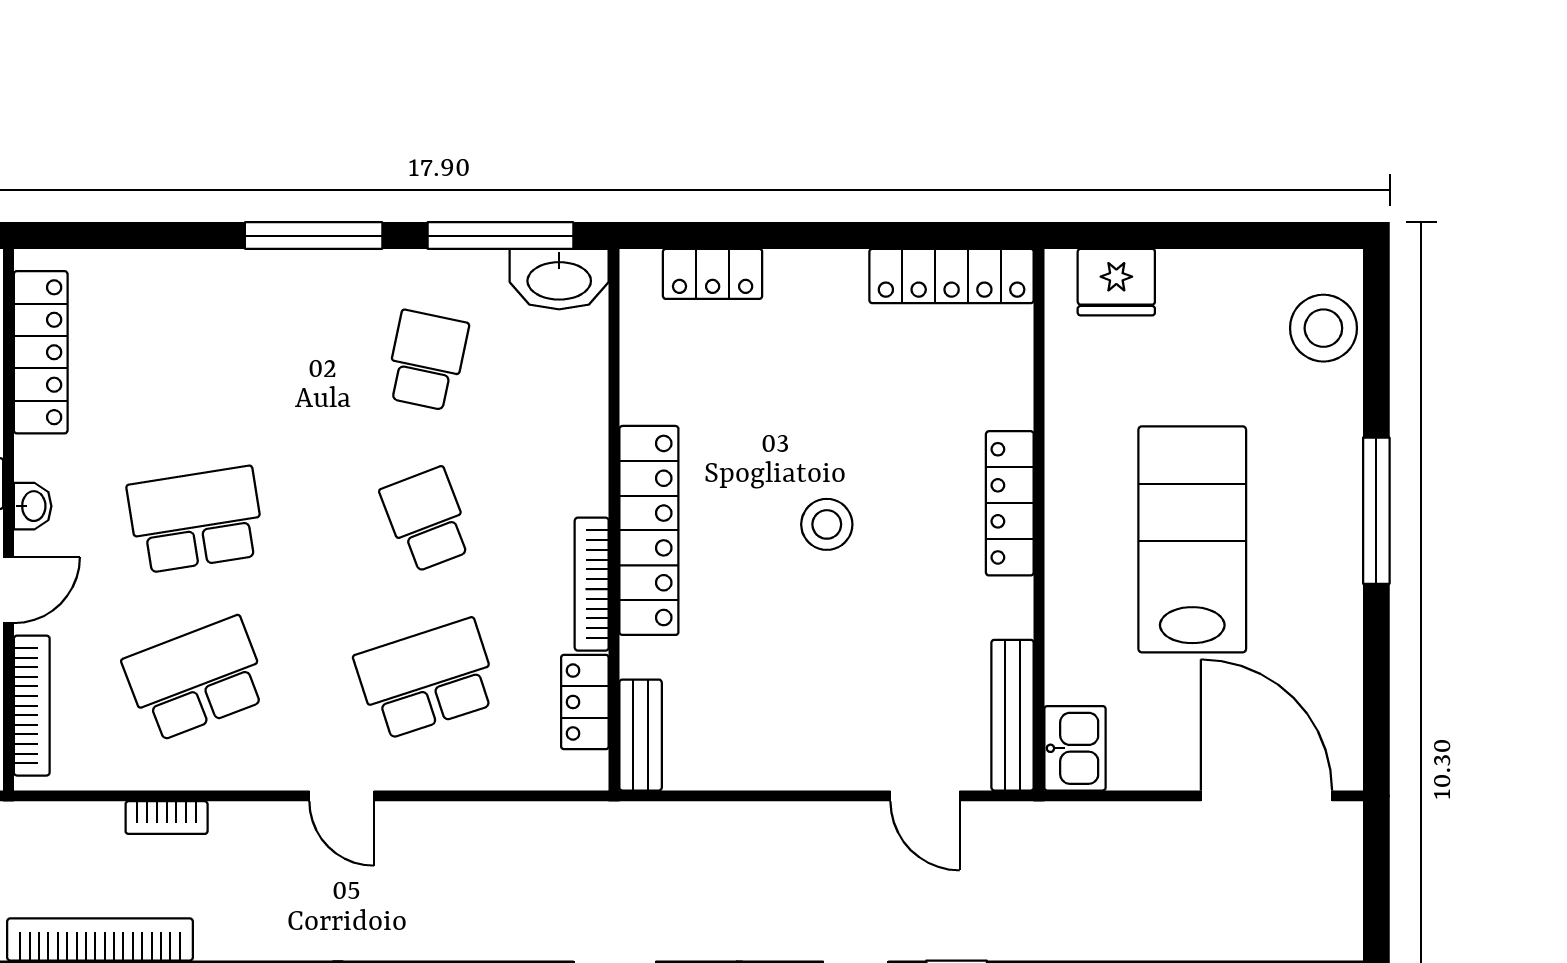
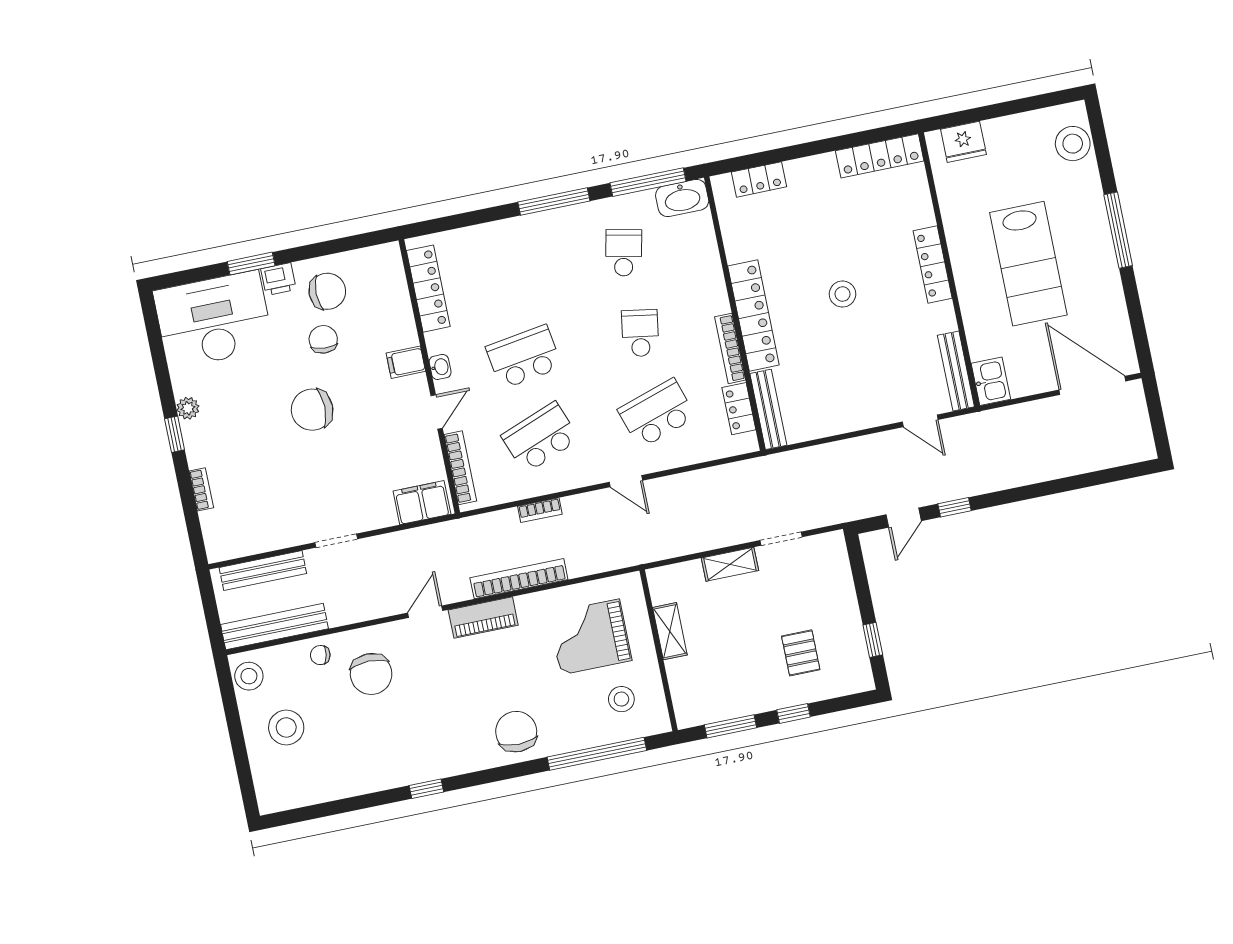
school desk: (427, 520) -> (640, 333), turned 30
lab bench: (1192, 539) -> (1028, 264), turned 180
bench: (641, 735) -> (768, 409), width x1.36

